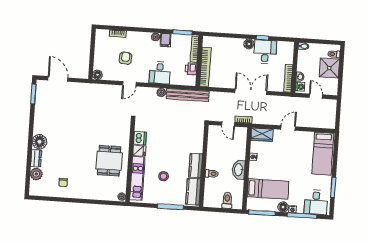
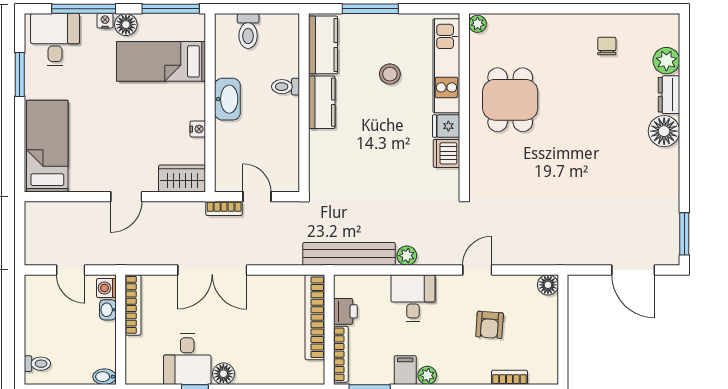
shower: (329, 68) -> (45, 333), removed

